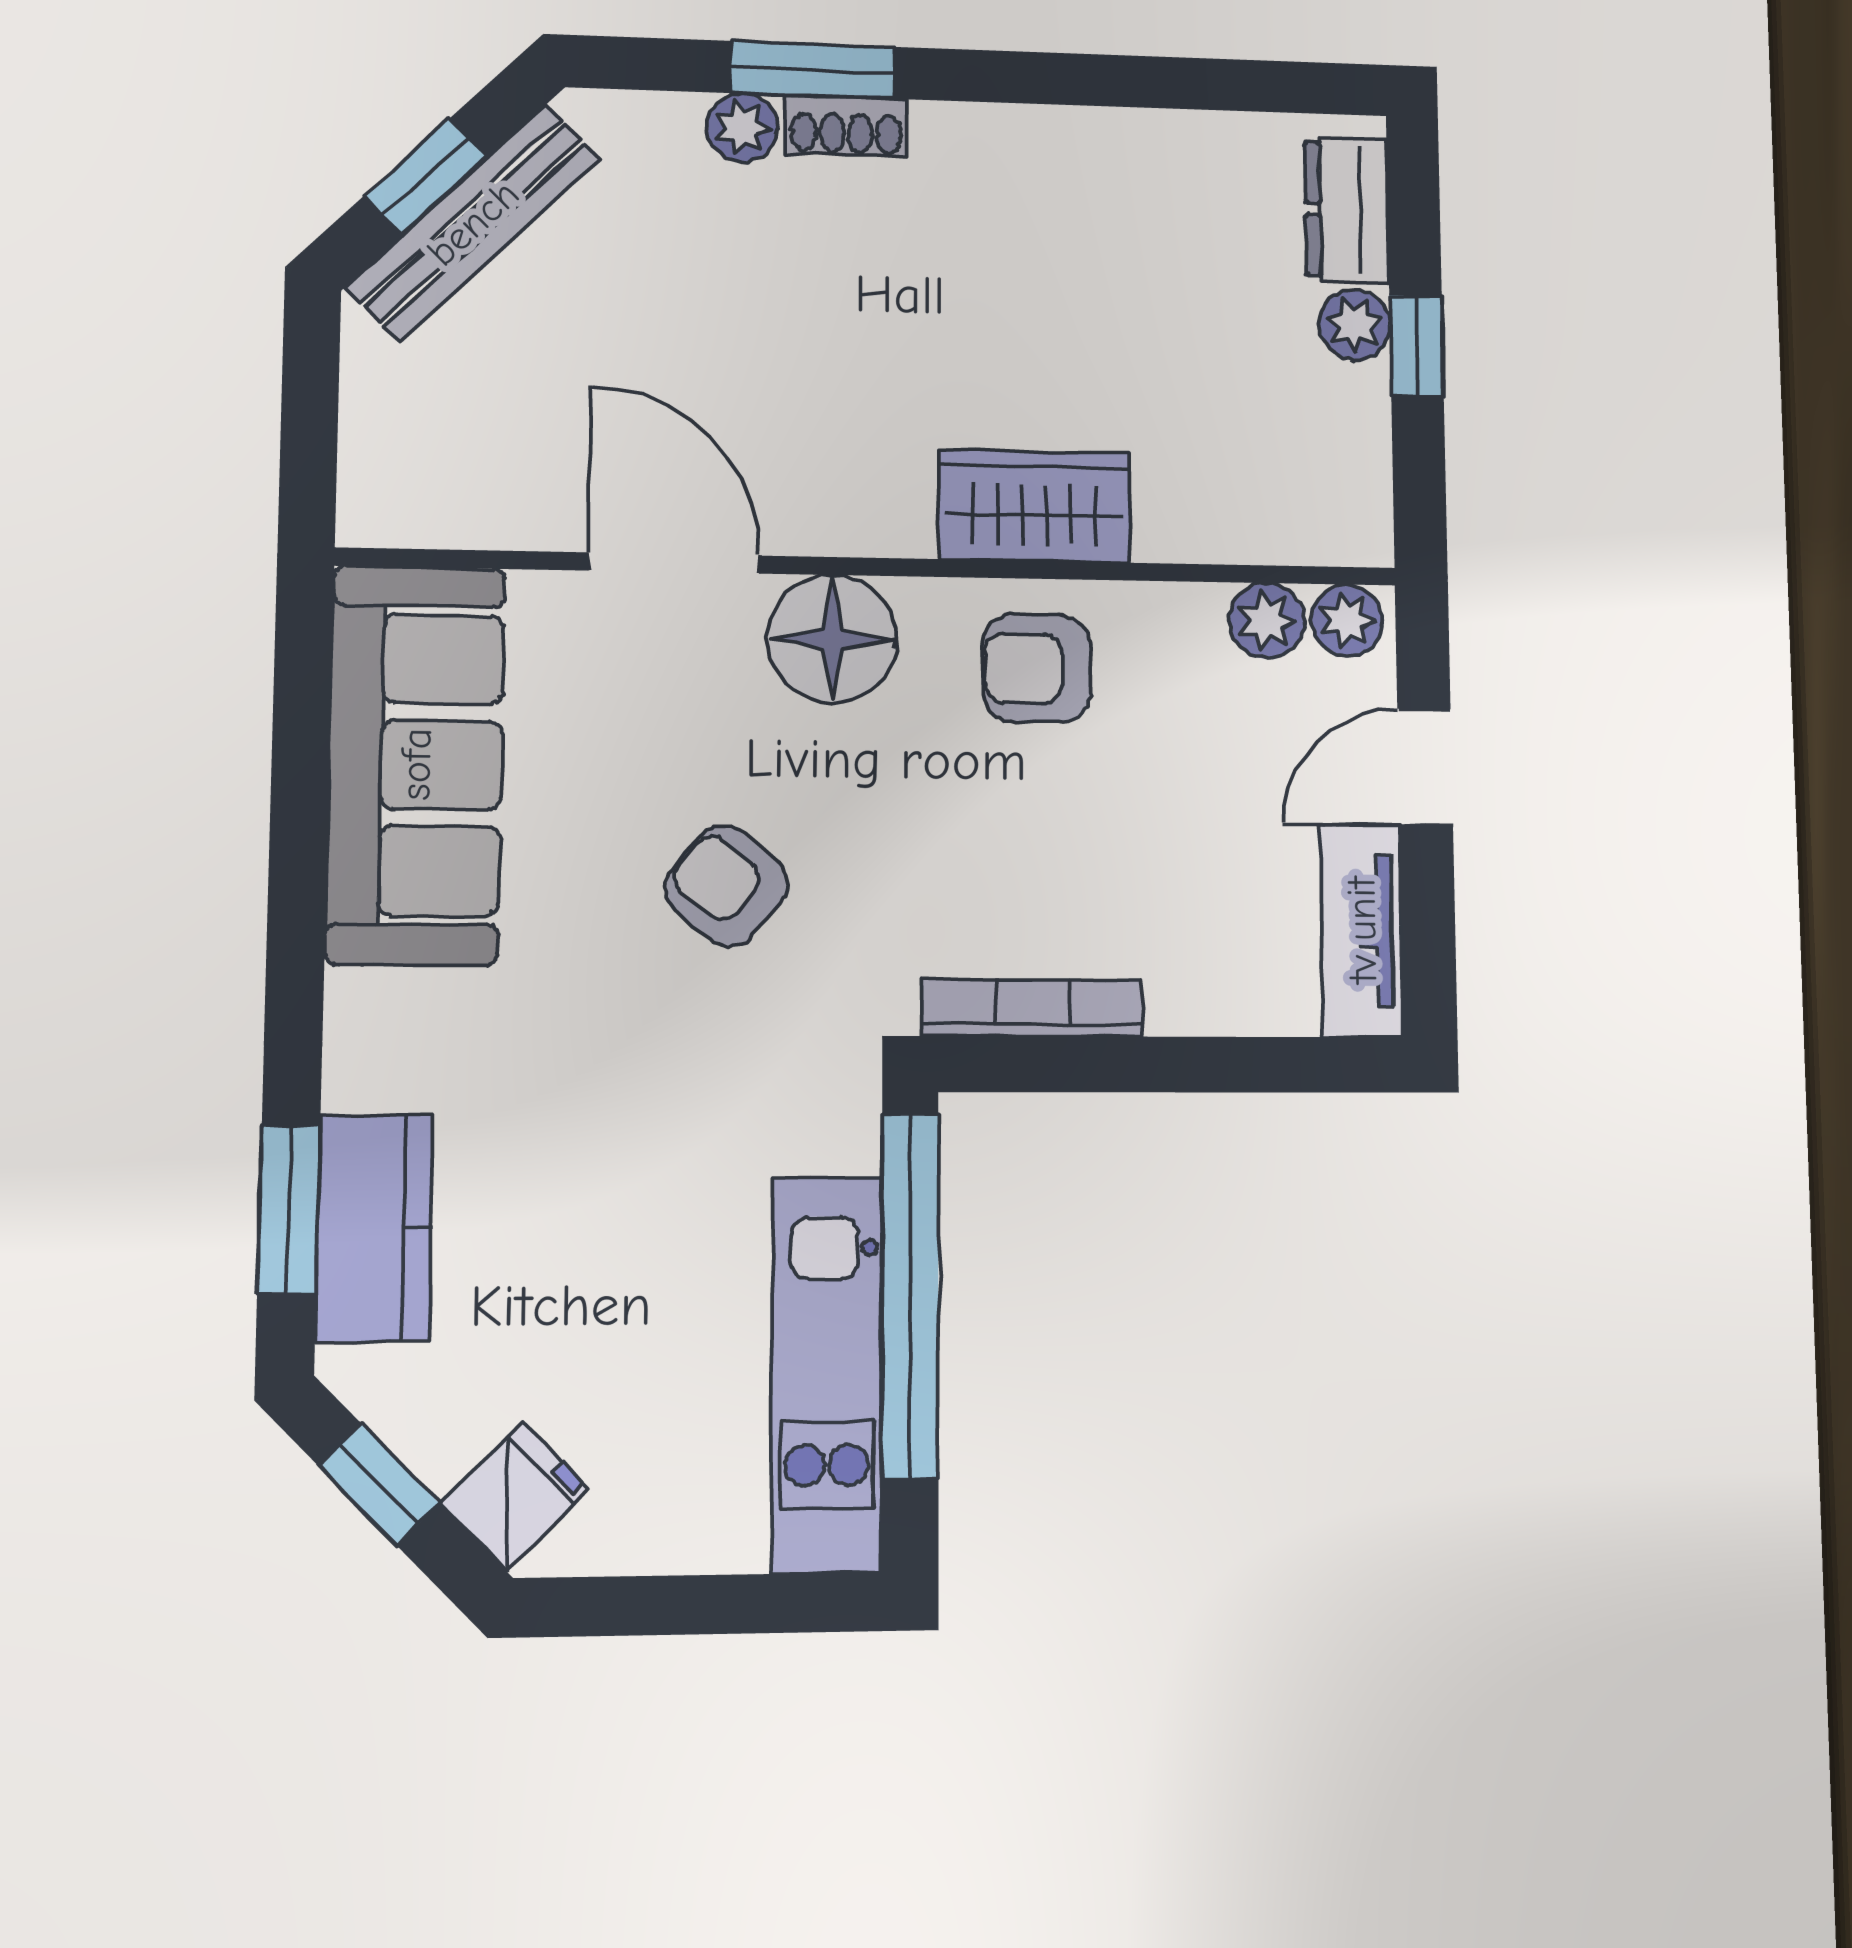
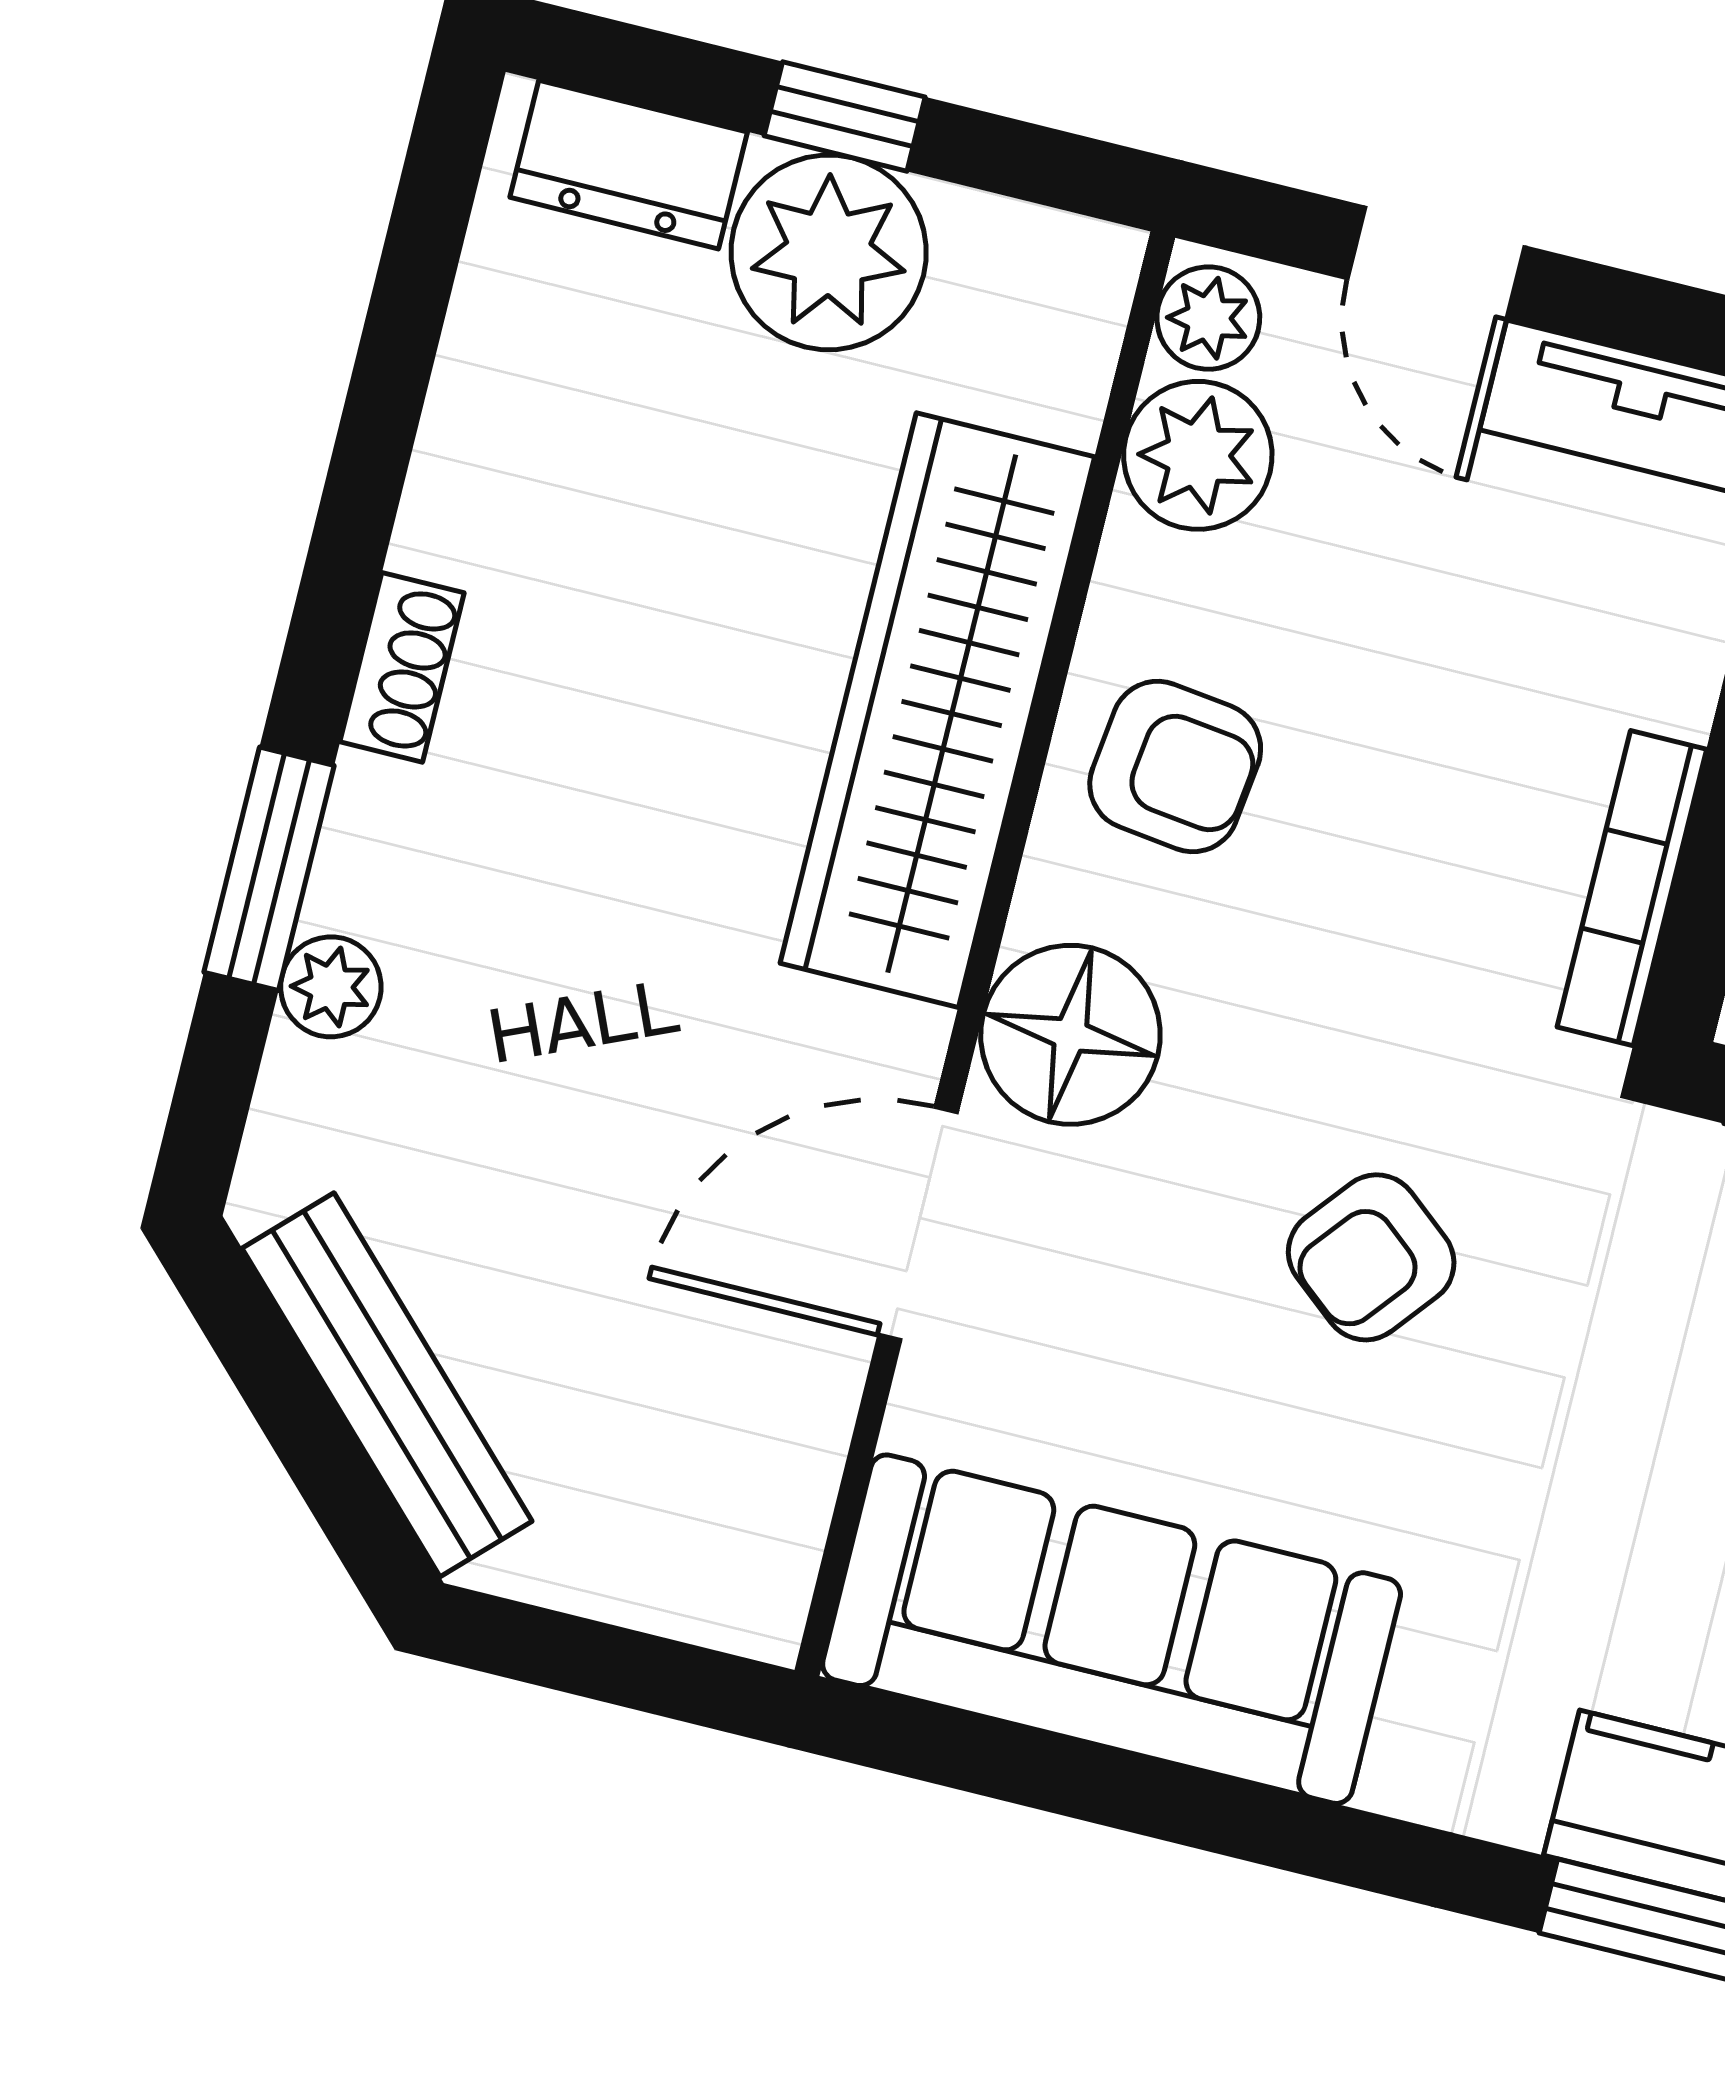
shoe rack: (846, 126) -> (402, 667), moved
window: (426, 177) -> (309, 1434), removed
plant: (1354, 325) -> (829, 252), width x1.88, depth x1.88
wardrobe: (1034, 506) -> (937, 710), width x2.10, depth x1.17
plant: (1267, 621) -> (1198, 455), width x1.38, depth x1.38
armchair: (1037, 668) -> (1175, 766), turned -83

